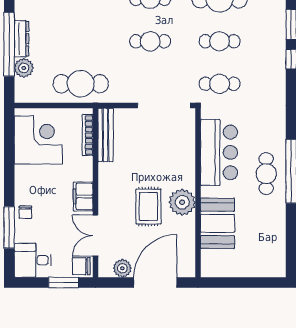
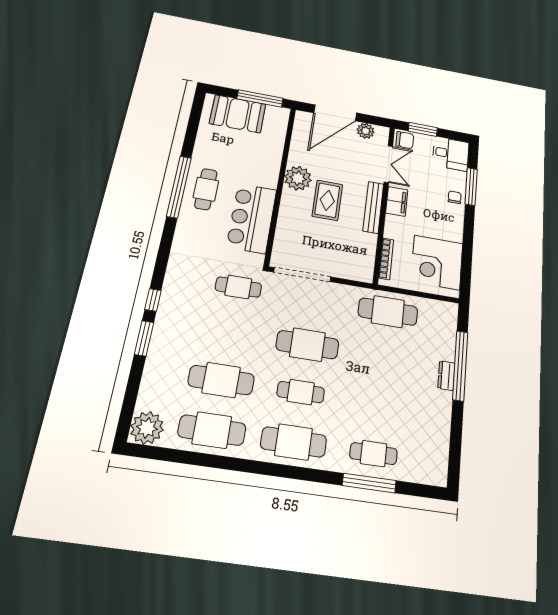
dresser: (21, 39) -> (446, 376), width x0.70
cafe table: (150, 41) -> (307, 345), width x1.37, depth x1.35
cafe table: (220, 41) -> (230, 332), removed
plant: (24, 68) -> (446, 338), removed
bench: (106, 135) -> (373, 207), moved
rug: (148, 206) -> (327, 200), moved
booth: (217, 223) -> (238, 114), moved, turned 90
window: (232, 282) -> (260, 99), added

